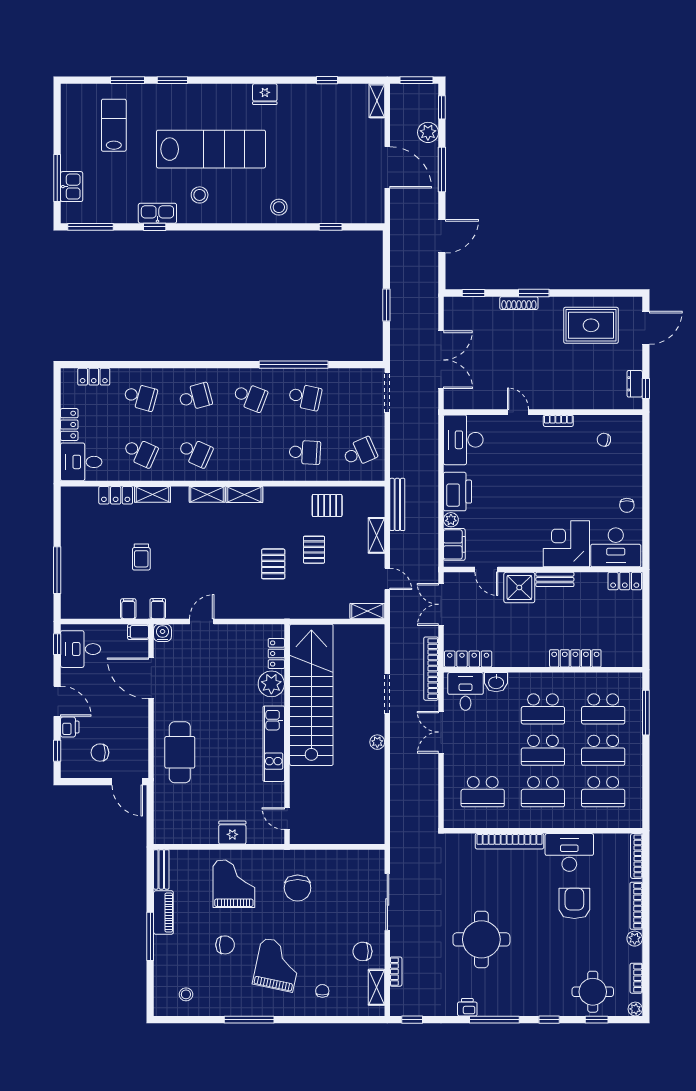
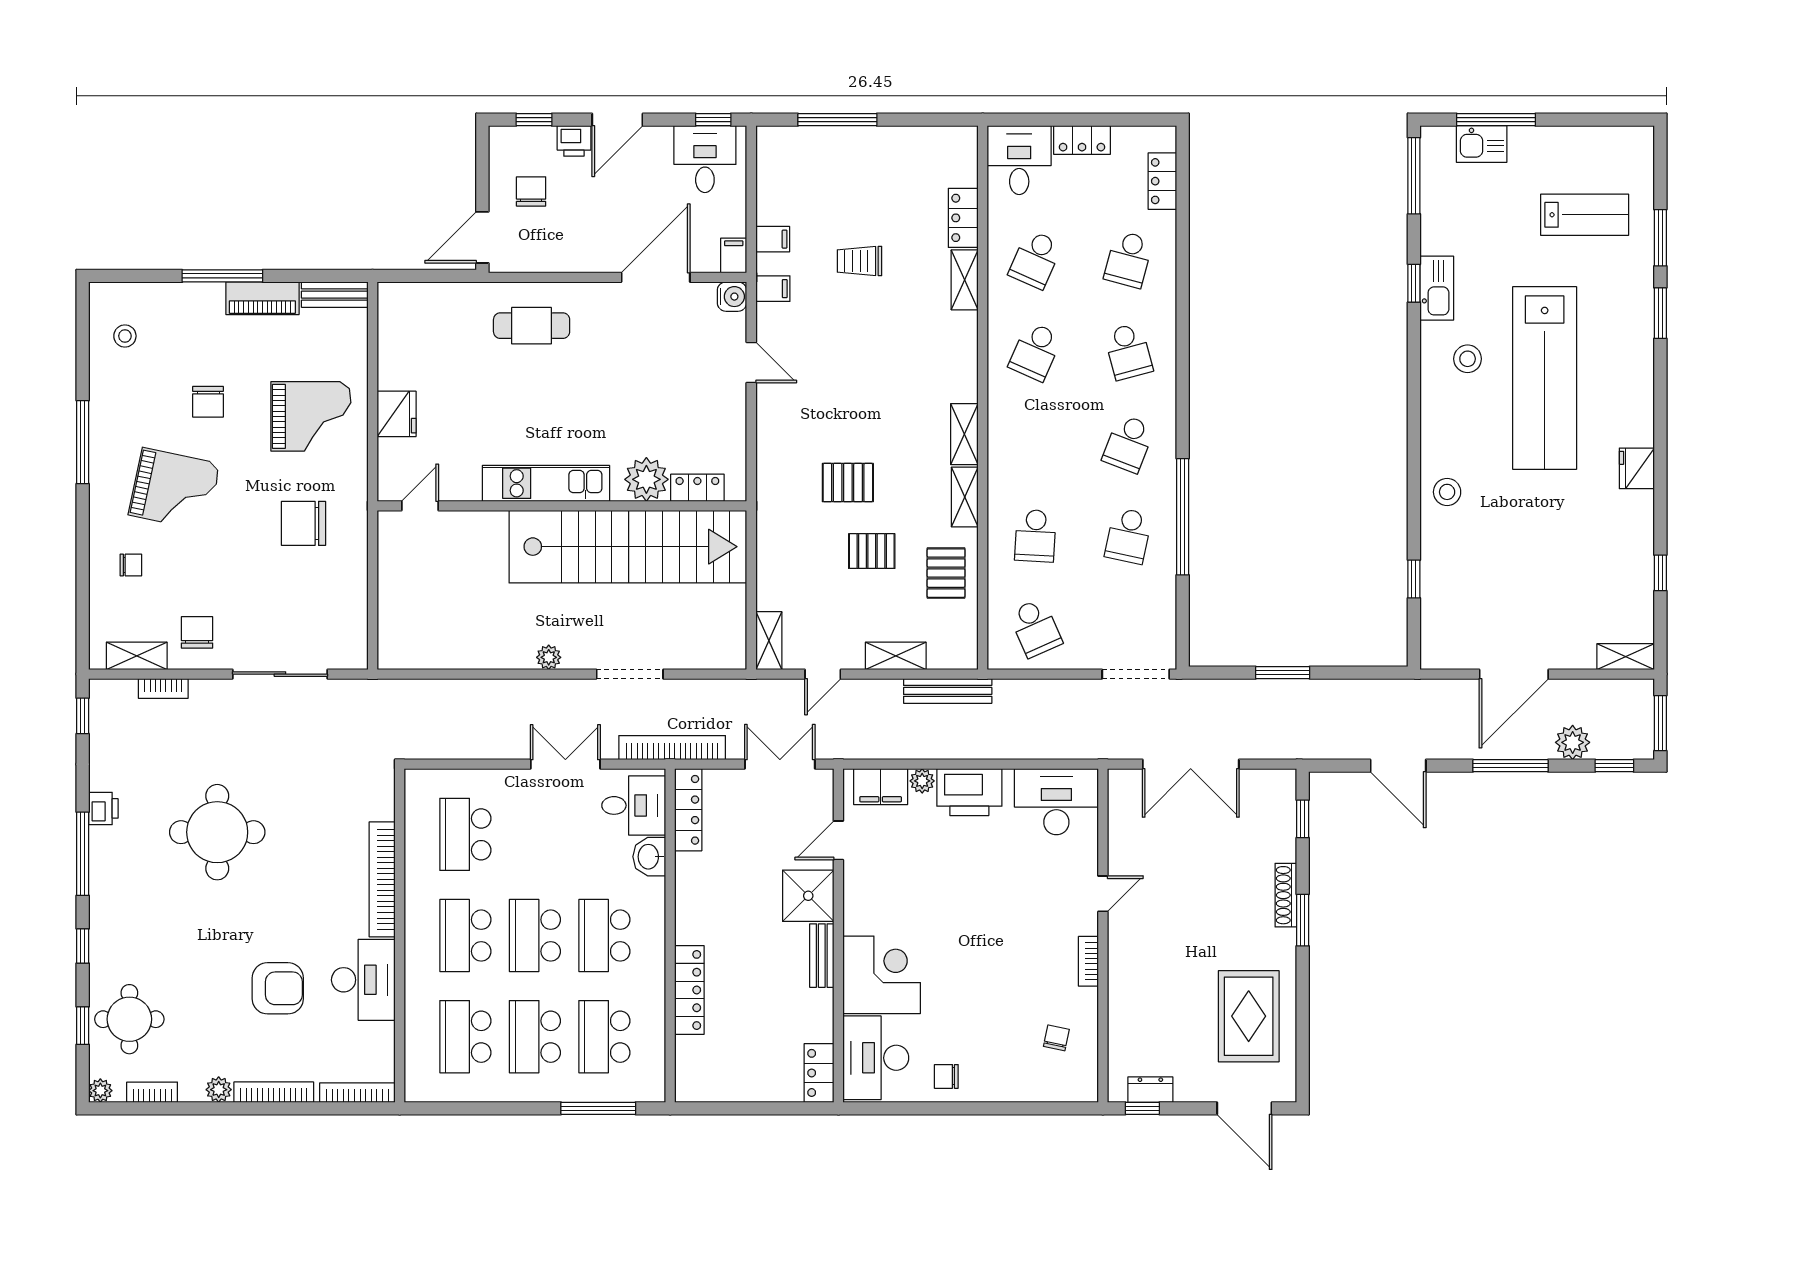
shelving: (207, 494) -> (965, 497), moved
cafe table: (180, 752) -> (532, 326), width x0.73, depth x0.74

